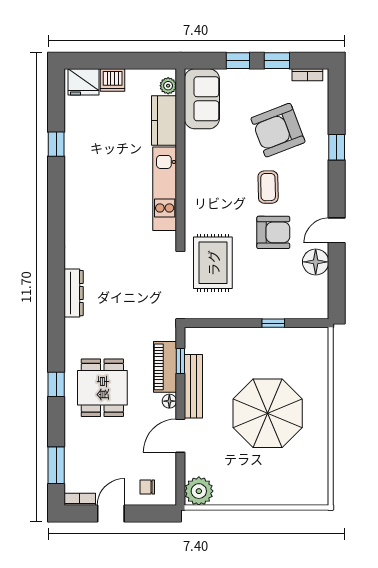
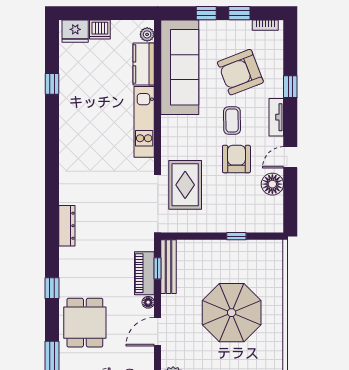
sofa: (202, 99) -> (180, 67), width x1.85, depth x1.27
tv unit: (320, 183) -> (276, 117), added
armchair: (273, 232) -> (236, 159), turned -90
dresser: (74, 293) -> (67, 226), moved
bench: (193, 386) -> (169, 267), moved
dining table: (102, 388) -> (85, 323), moved

